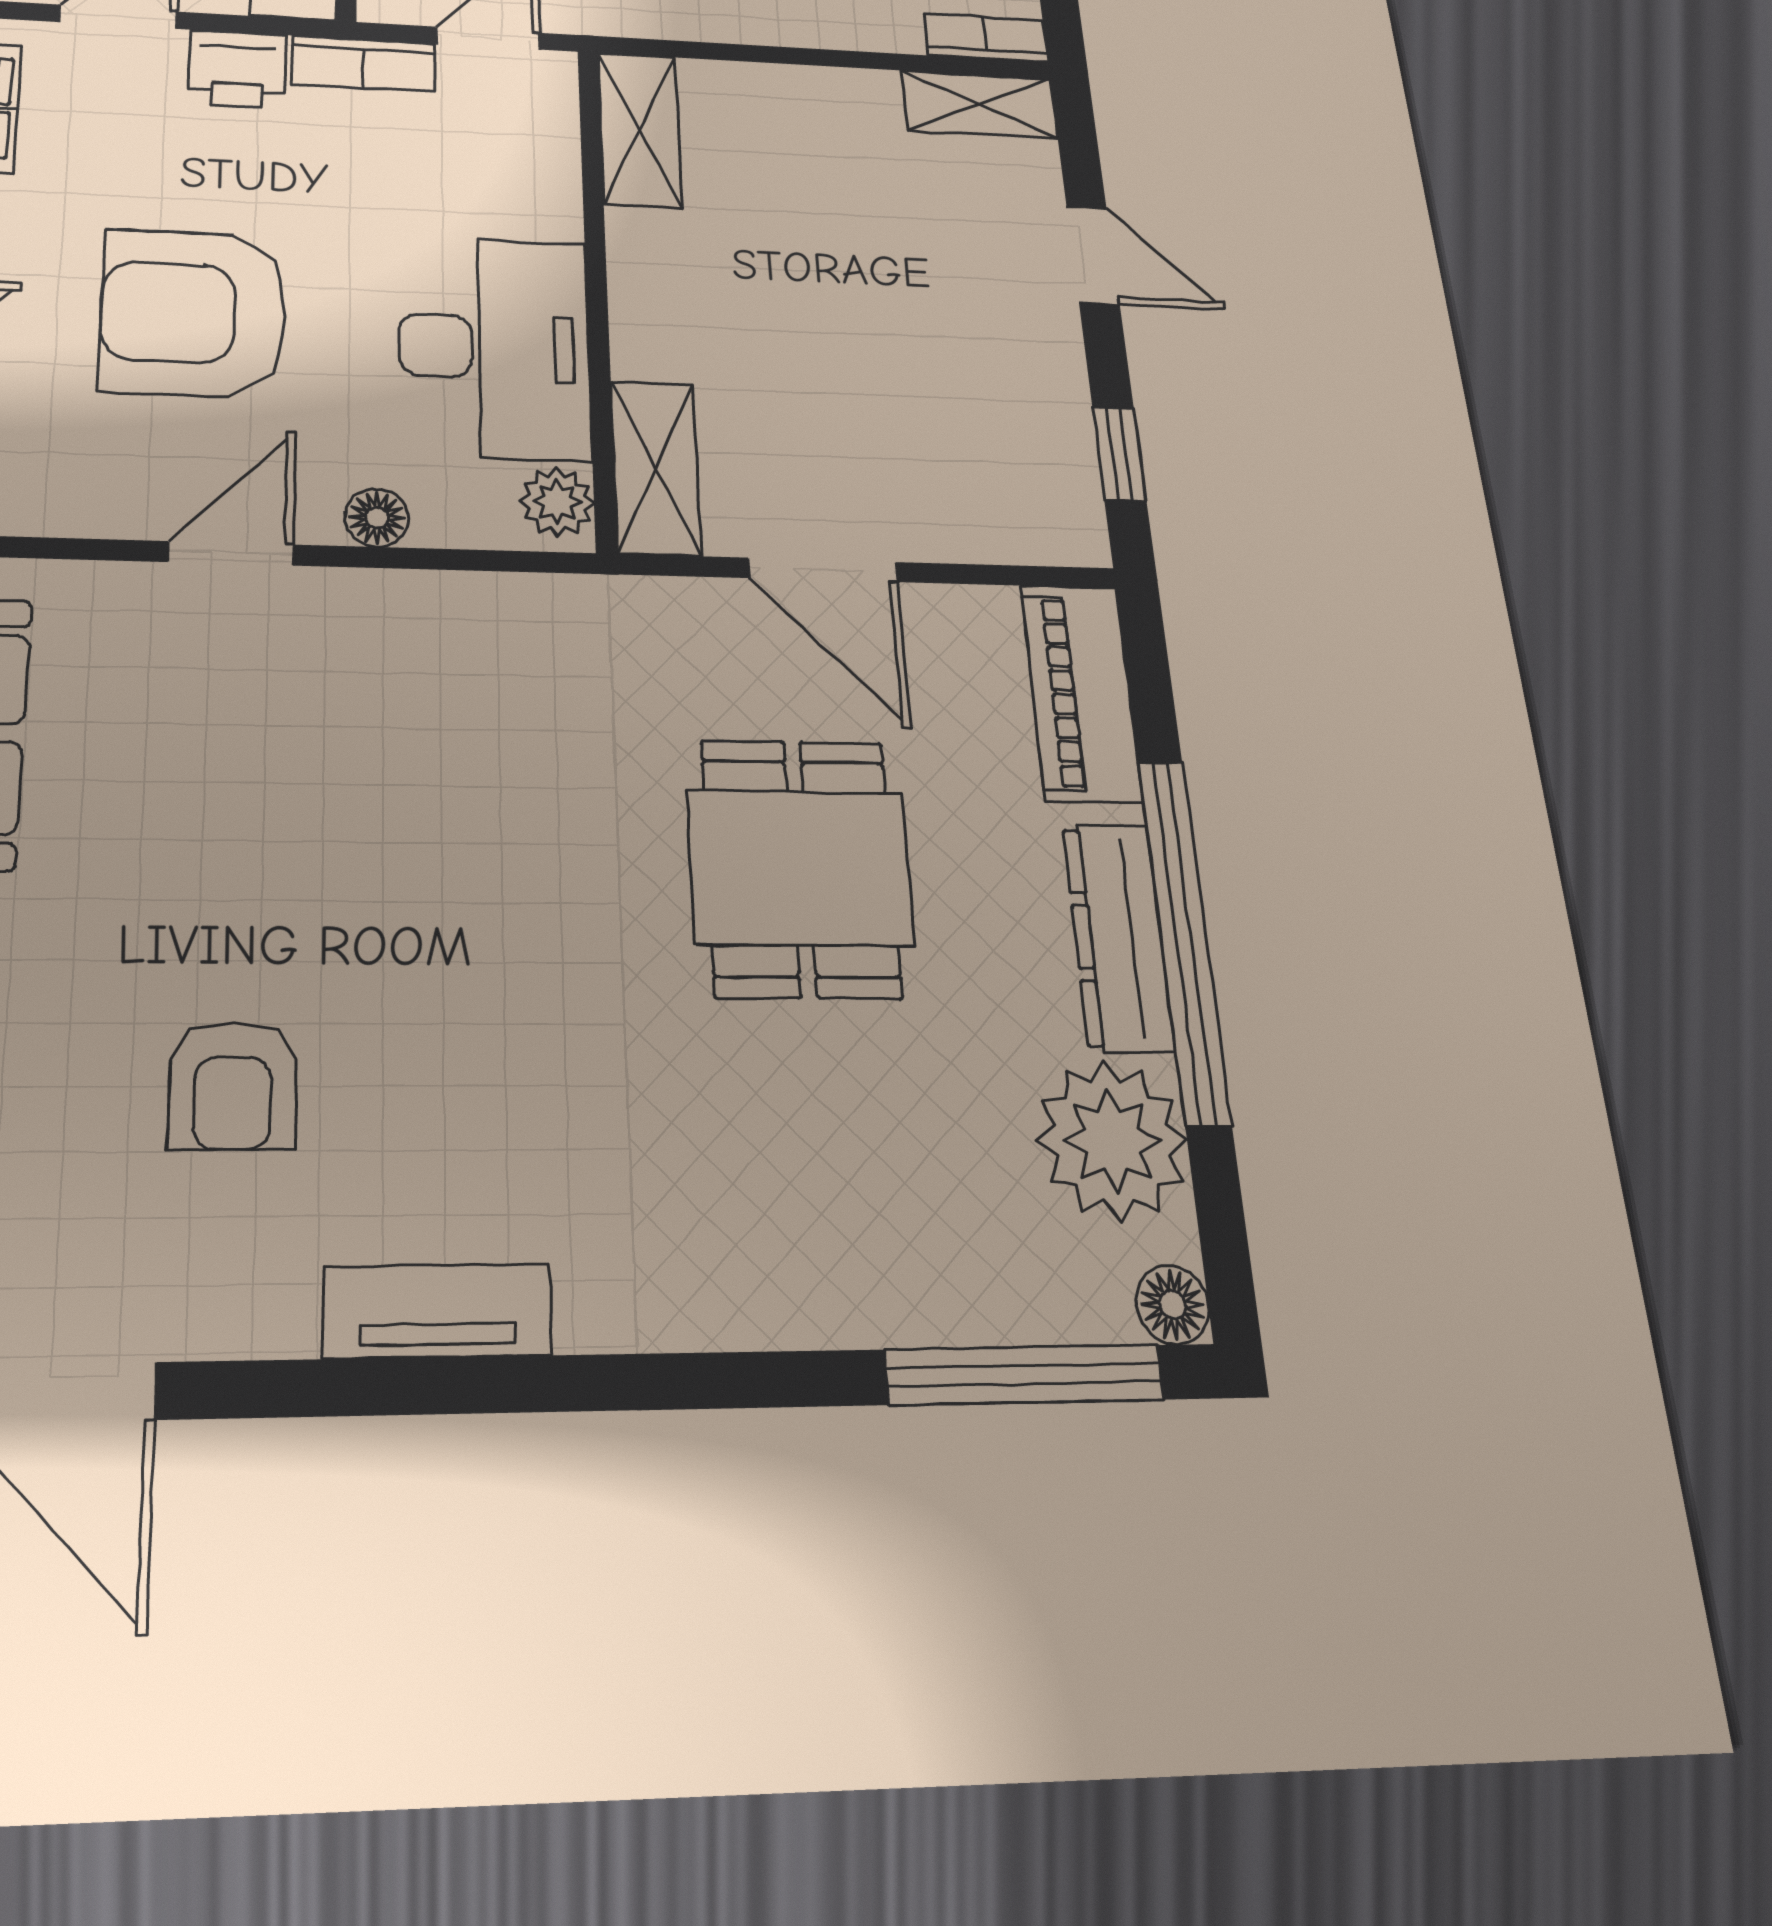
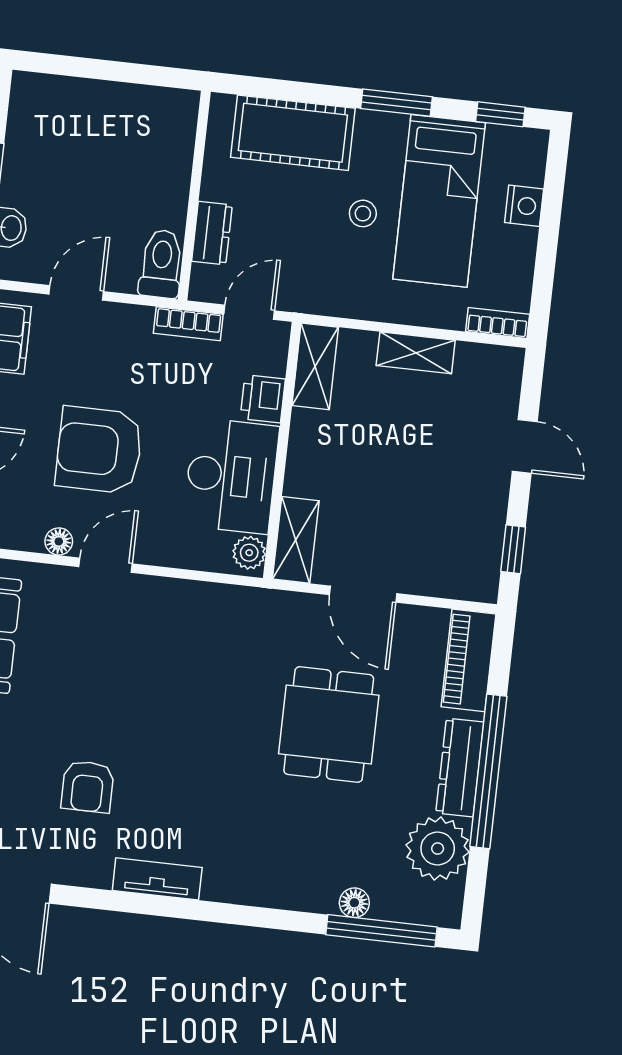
printer: (237, 69) -> (263, 399), moved, turned 90
shelving: (980, 104) -> (416, 353), moved
floor lamp: (377, 518) -> (59, 541), moved
floor lamp: (1173, 1305) -> (354, 903), moved

